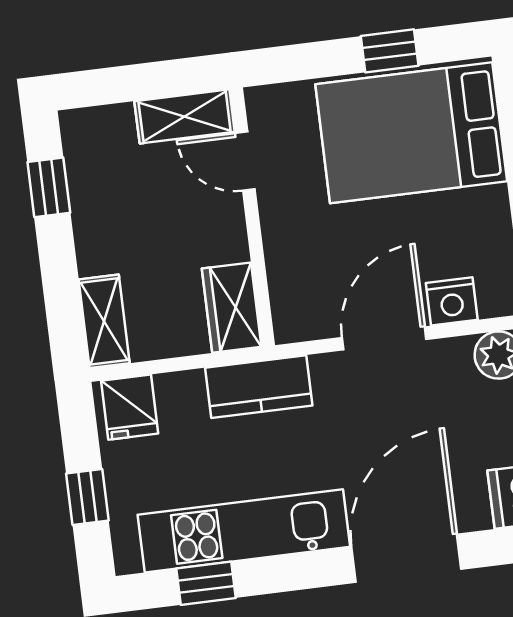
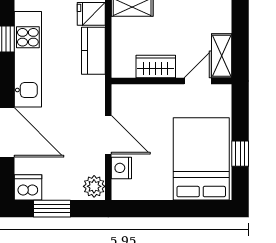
wardrobe: (232, 308) -> (156, 66), moved
kitchen counter: (259, 387) -> (93, 51), moved

